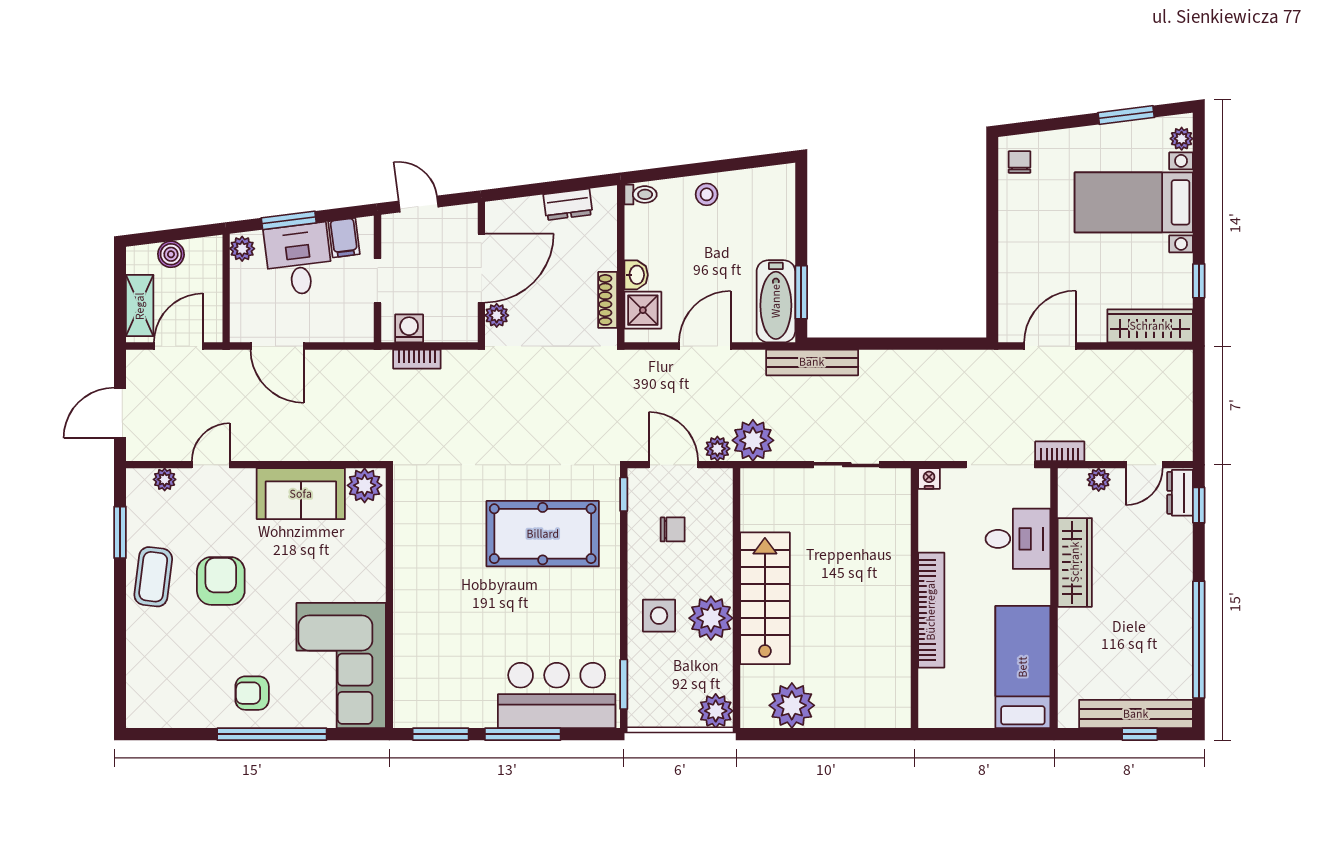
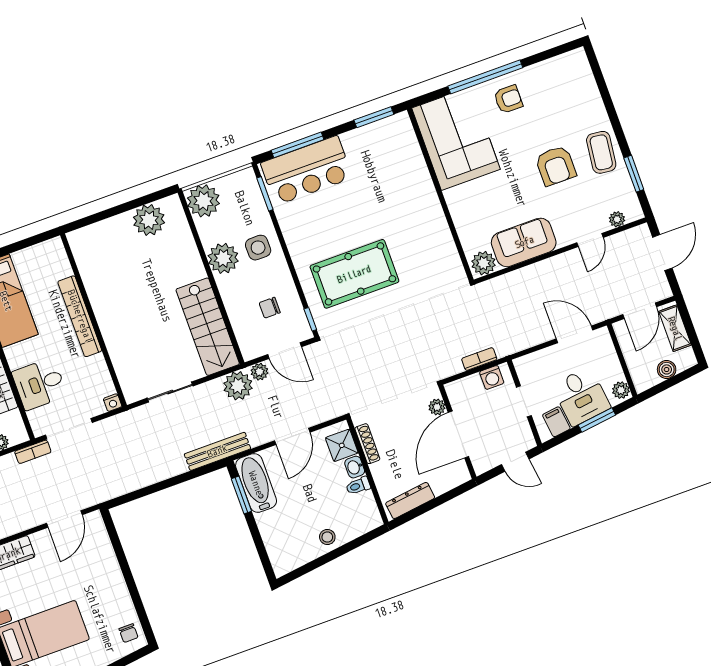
toilet: (641, 194) -> (358, 486), moved
dresser: (568, 204) -> (410, 500), width x1.44
stairs: (765, 598) -> (208, 327), moved
plant: (716, 711) -> (203, 201), width x1.36, depth x1.36
window: (523, 734) -> (297, 145), moved

